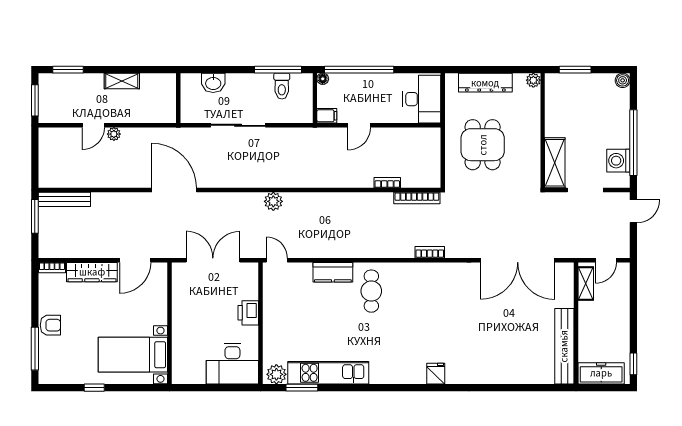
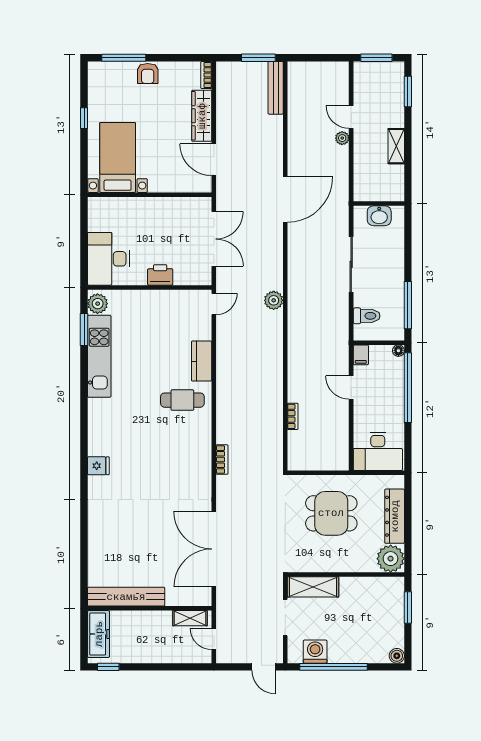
plant: (533, 80) -> (391, 559), width x1.87, depth x1.87
washbasin: (213, 83) -> (379, 216), moved, turned -90
toilet: (282, 86) -> (367, 316), moved, turned 180
bookcase: (417, 198) -> (277, 446), removed

